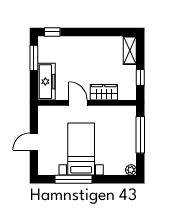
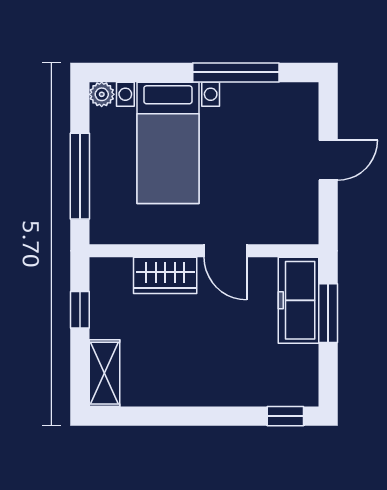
window: (34, 58) -> (328, 313), moved
bed with nightstands: (81, 149) -> (168, 143), moved

